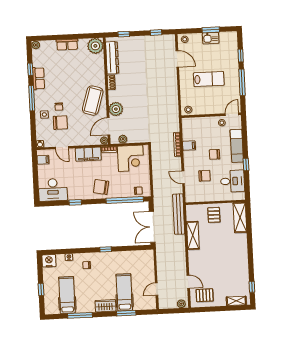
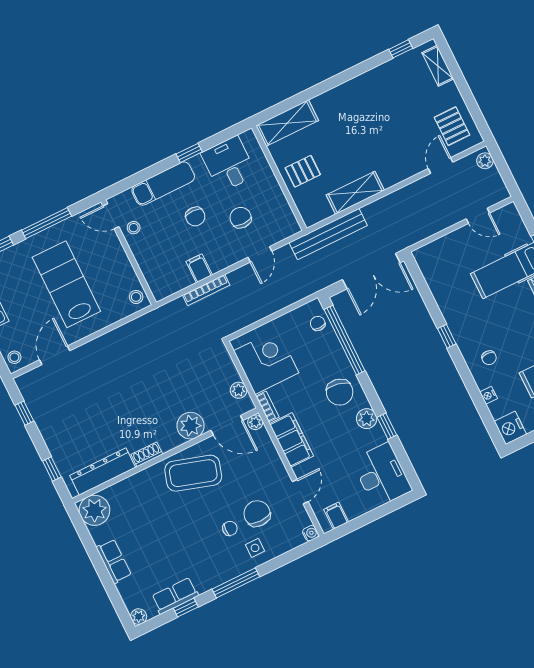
row of seats: (39, 78) -> (175, 596), moved
lab bench: (209, 79) -> (66, 284), width x1.36, depth x1.39
plant: (83, 194) -> (367, 419), added

